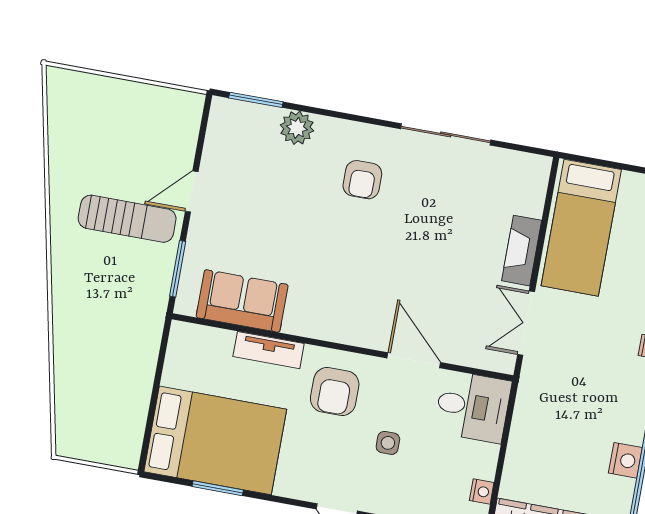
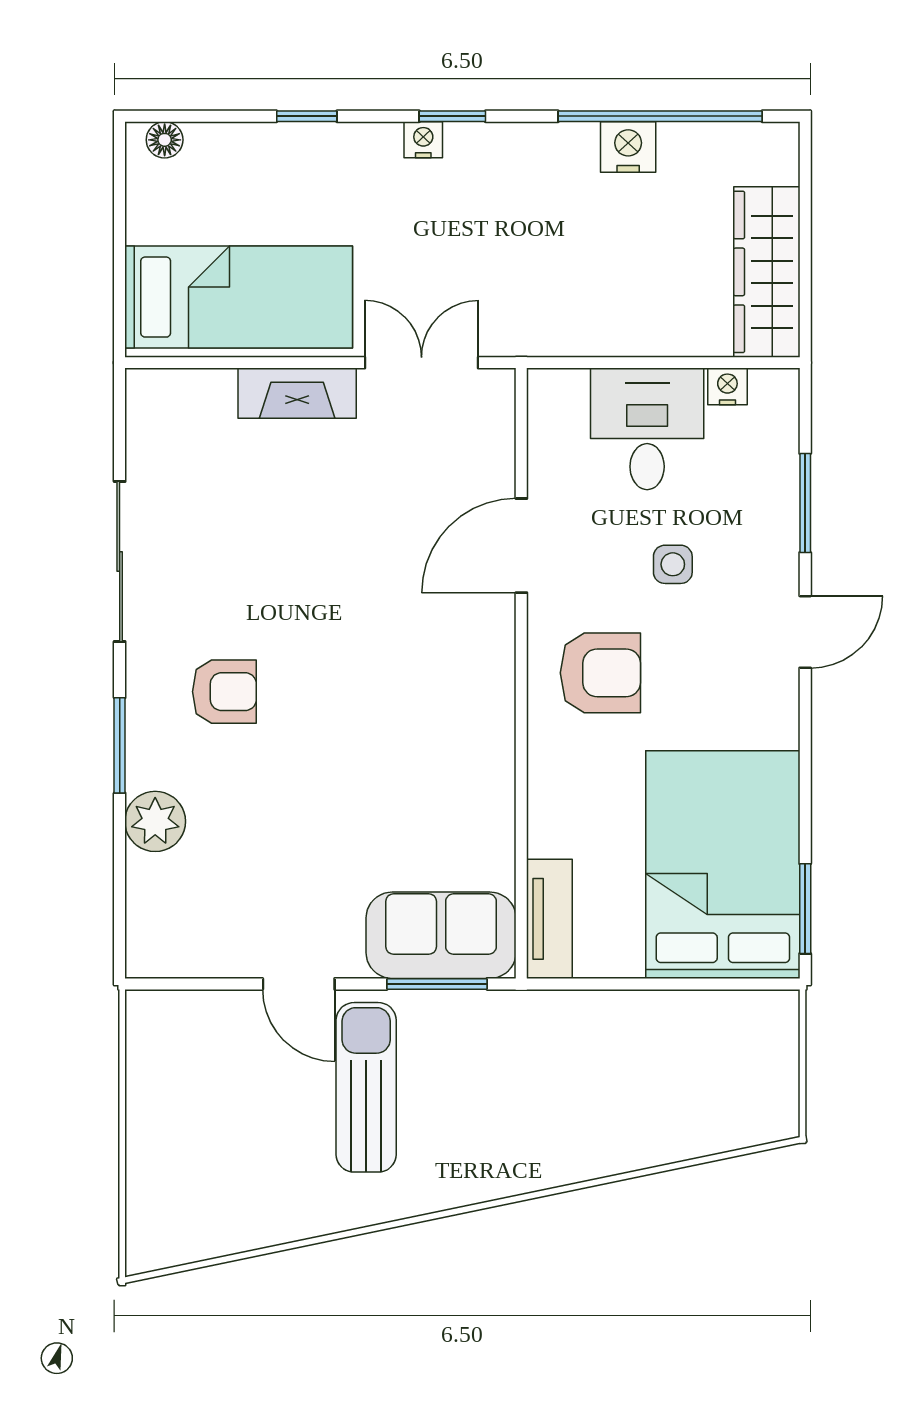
window: (256, 100) -> (120, 745), moved
sofa: (242, 301) -> (441, 935), moved, turned 90
double door: (526, 323) -> (422, 363), swing flipped
tv unit: (269, 350) -> (549, 919), moved
desk: (473, 407) -> (647, 429), moved
window: (218, 488) -> (805, 909), moved

